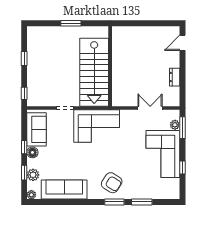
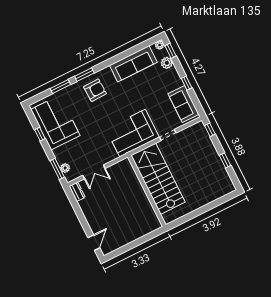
window: (71, 23) -> (200, 211), removed
dresser: (175, 77) -> (77, 192), moved
floor lamp: (32, 152) -> (177, 82), removed
corner sofa: (163, 154) -> (55, 122), moved
window: (24, 173) -> (170, 51), moved
armchair: (112, 183) -> (95, 90), turned 146

